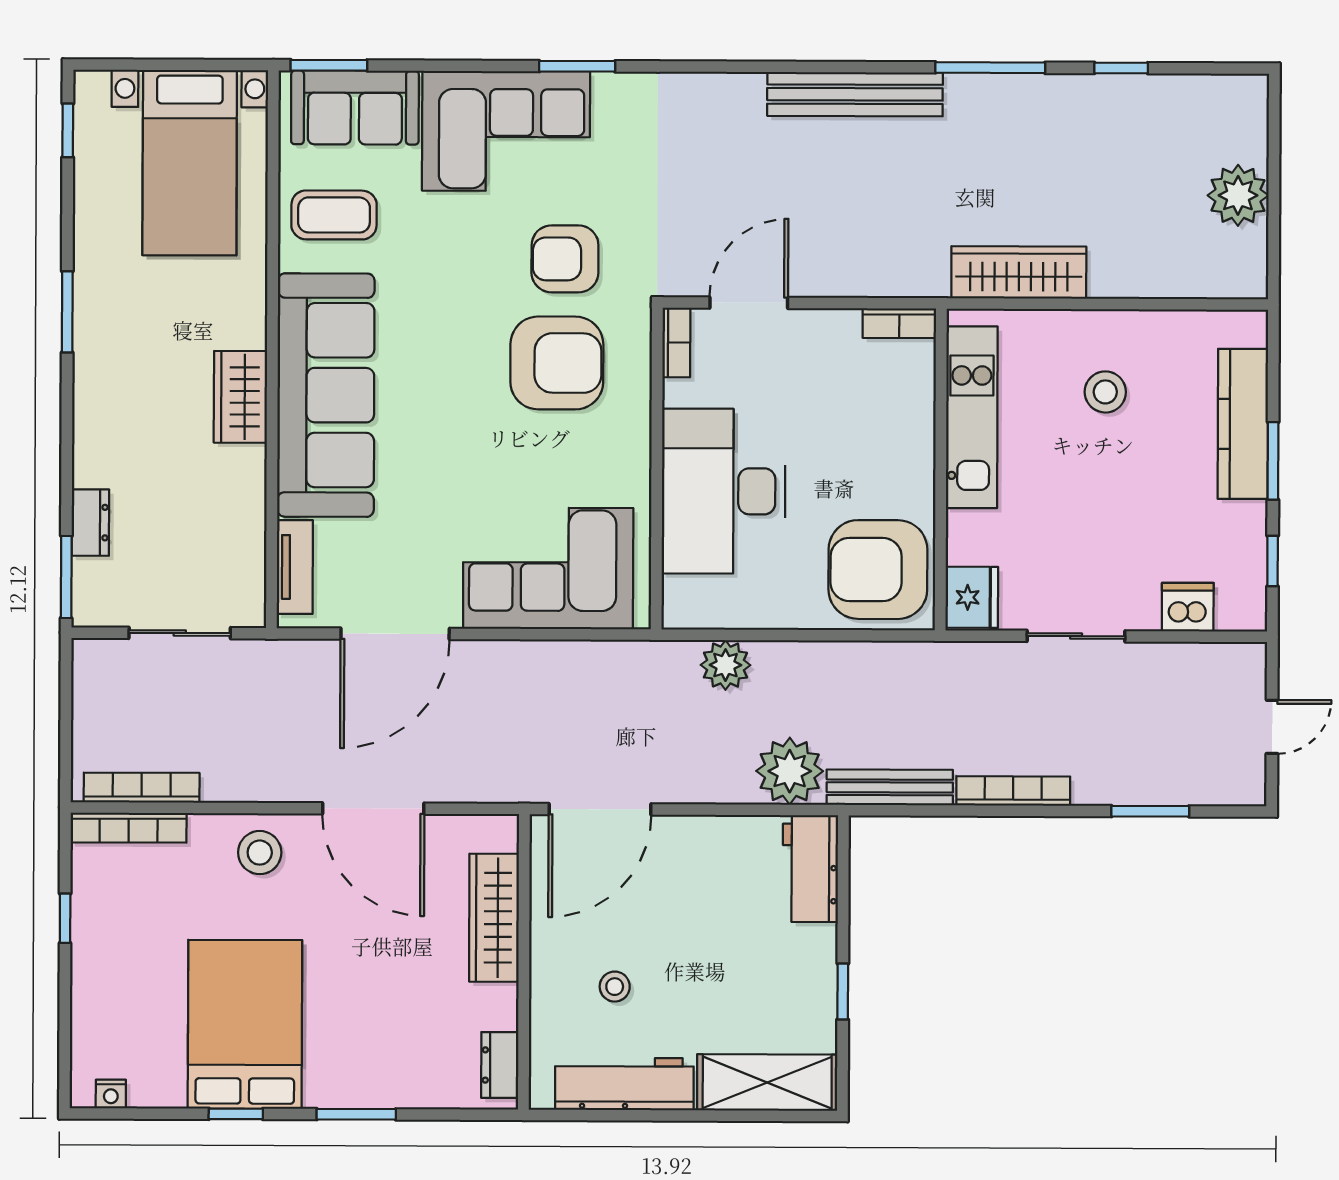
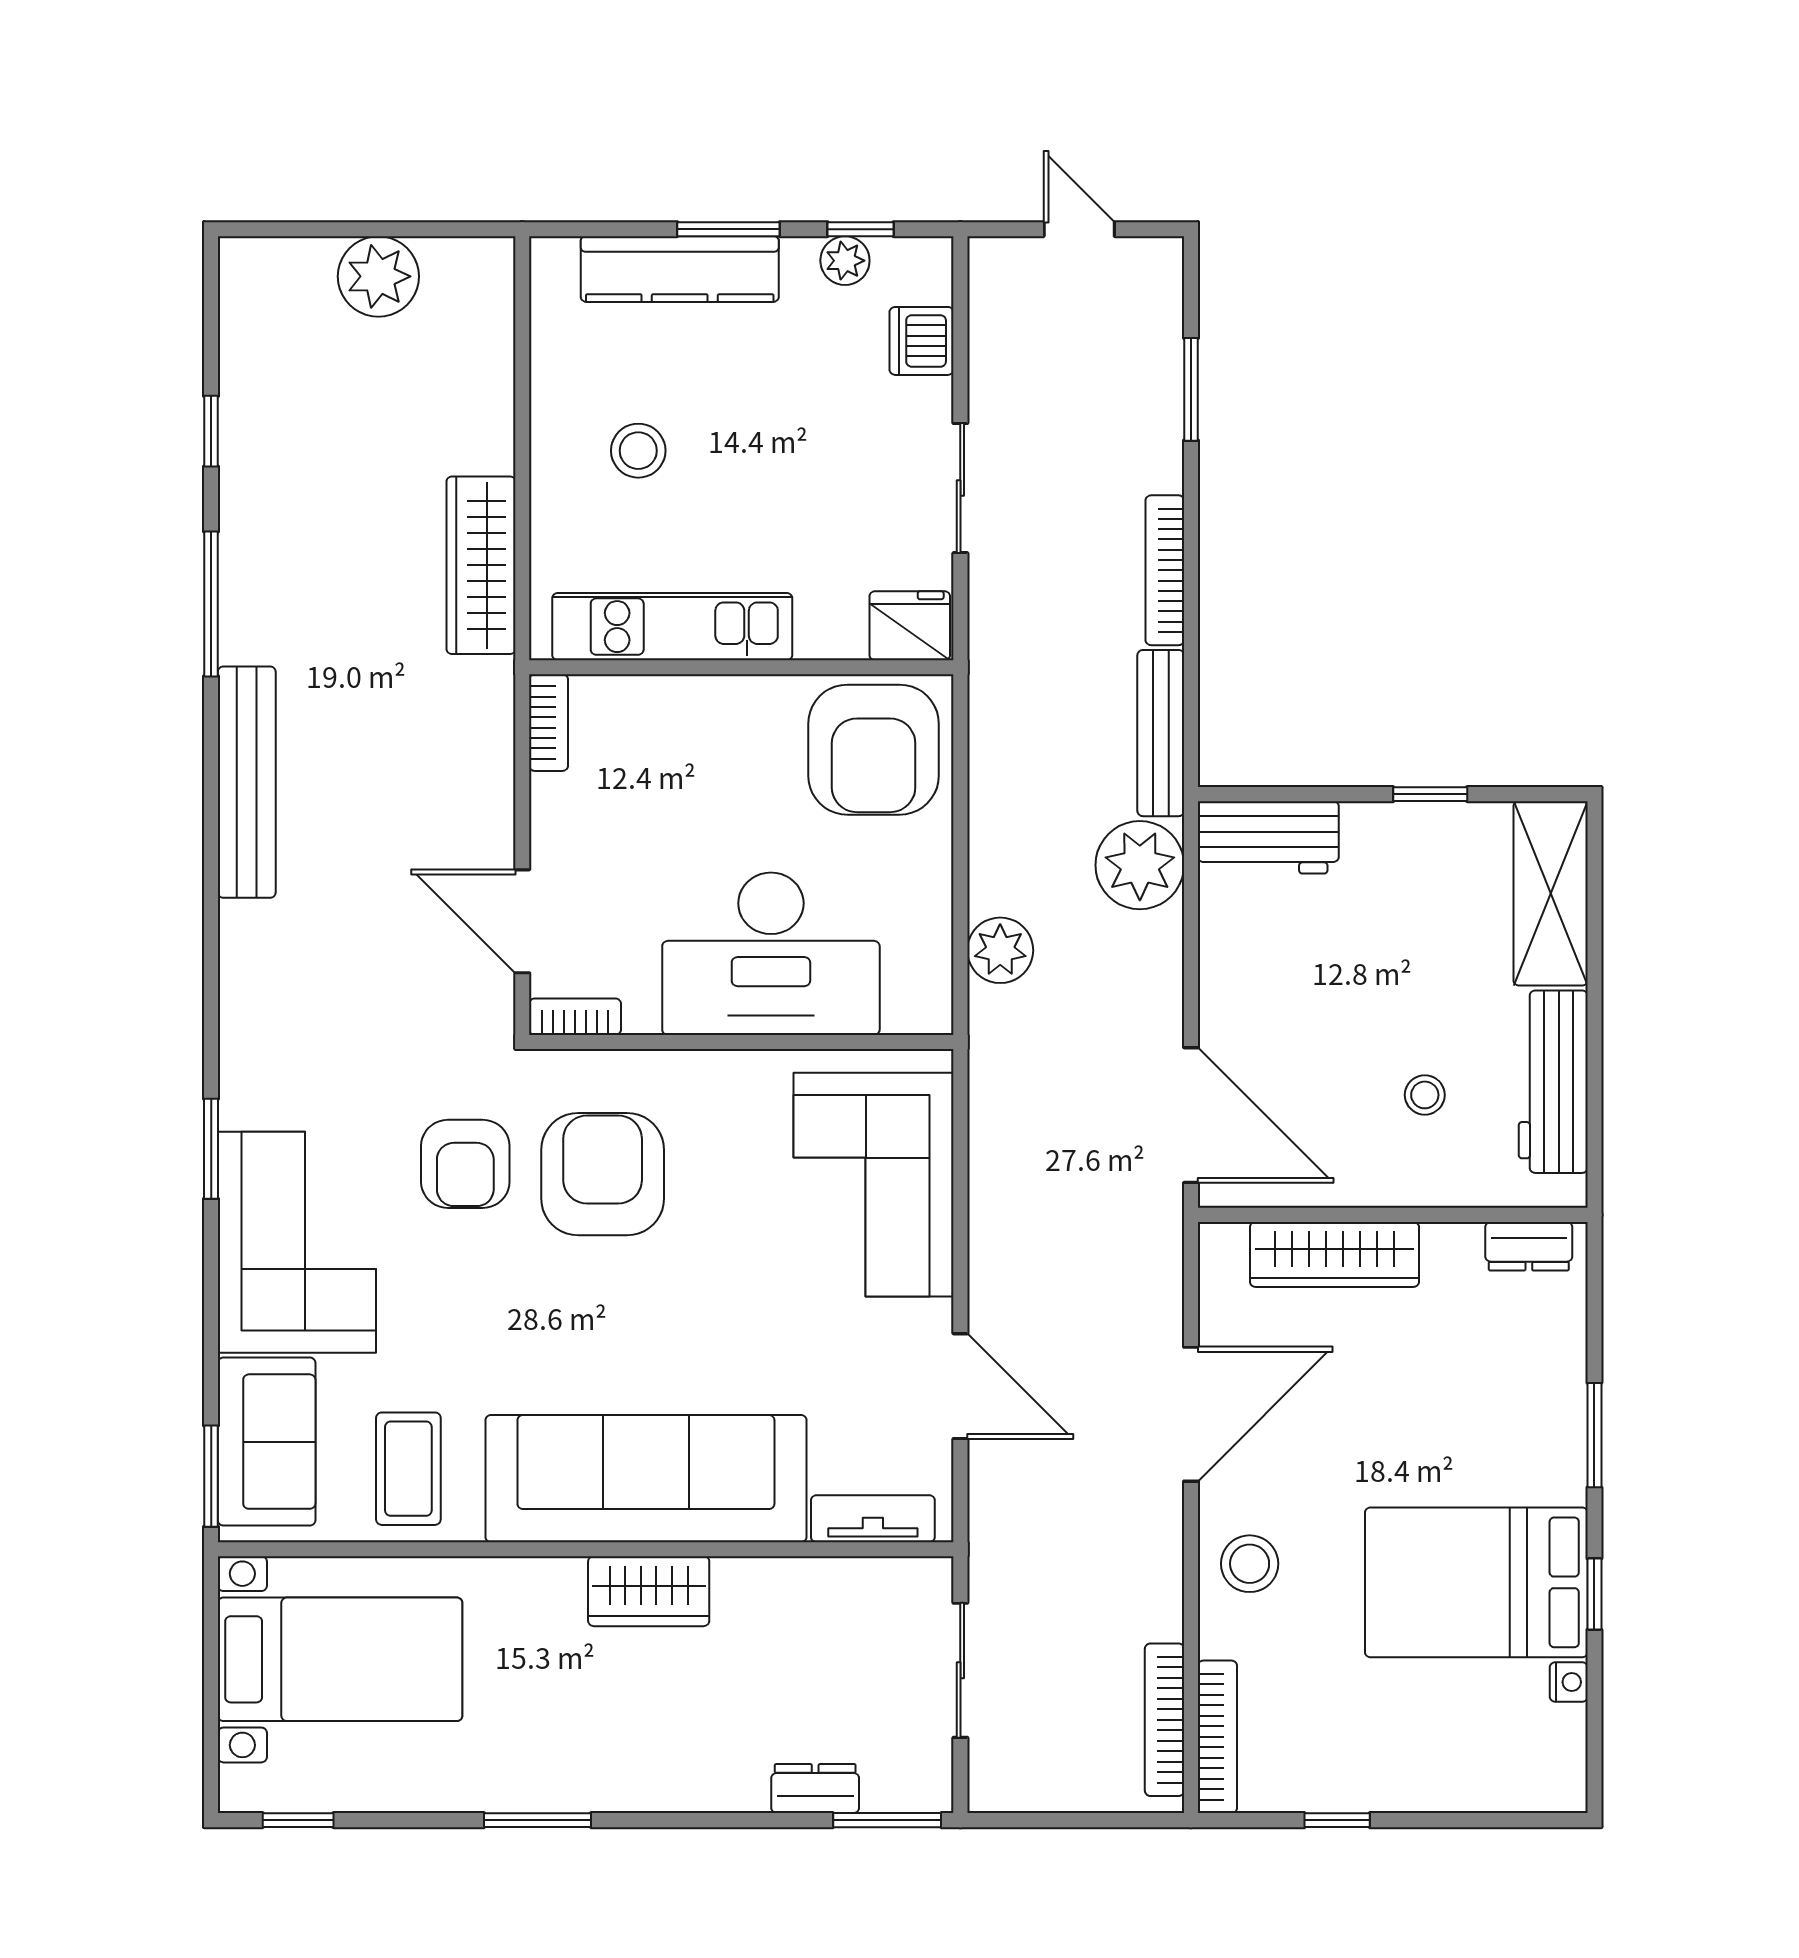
plant: (1249, 549) -> (845, 261), added
door: (395, 634) -> (960, 1386), width x0.73
nightstand: (111, 1094) -> (1569, 1682), moved

